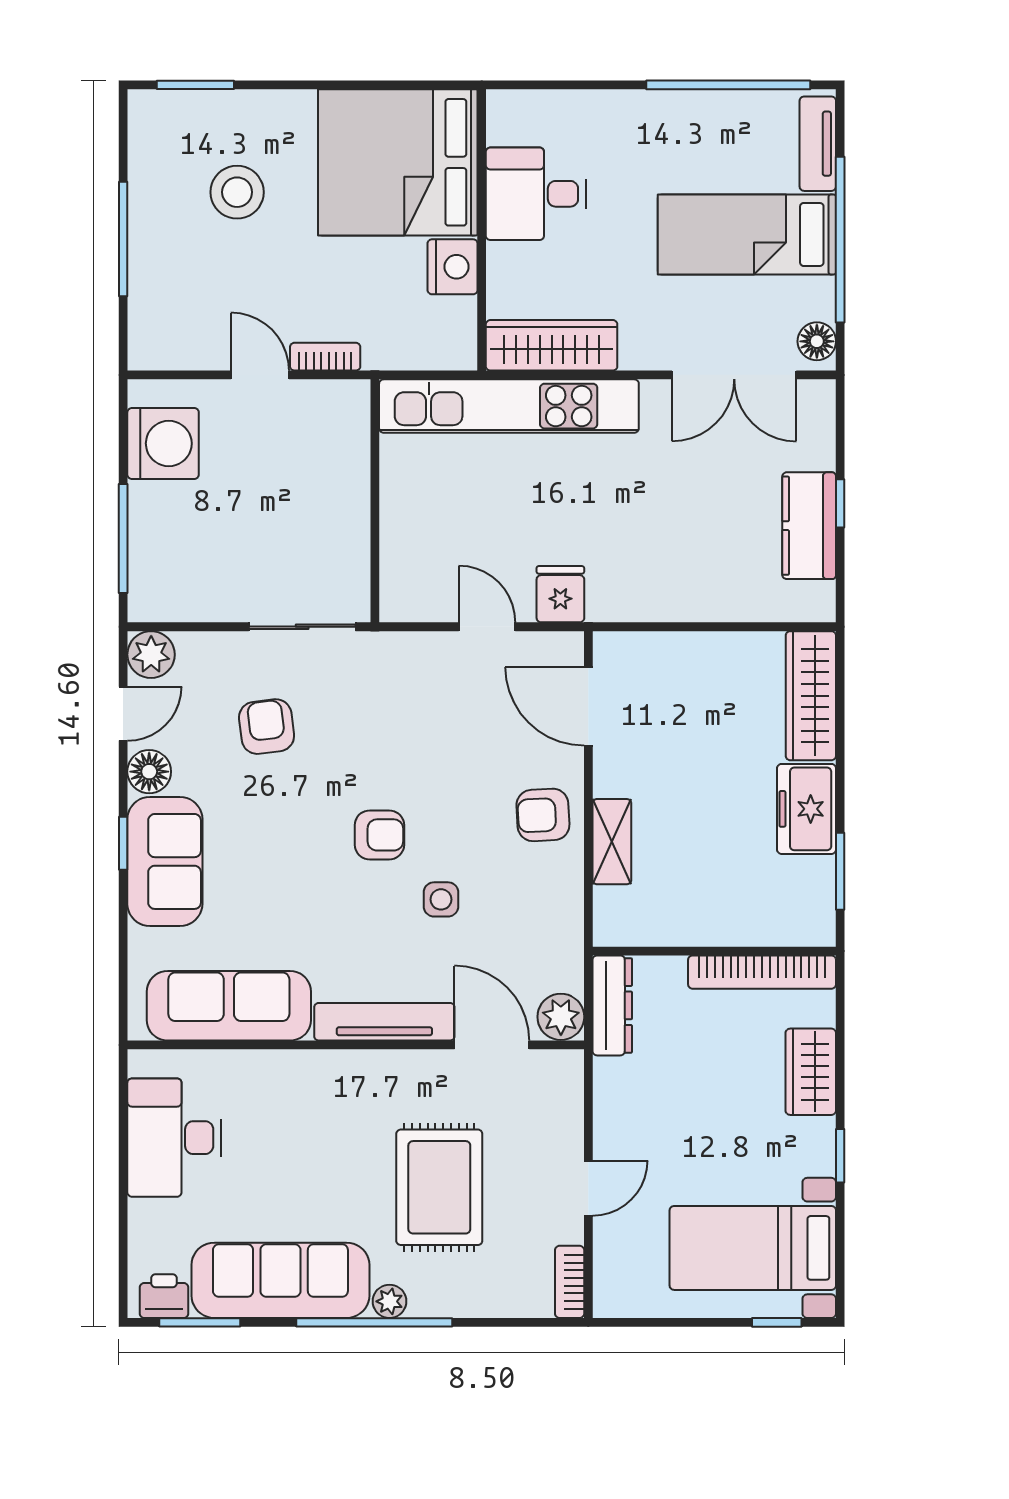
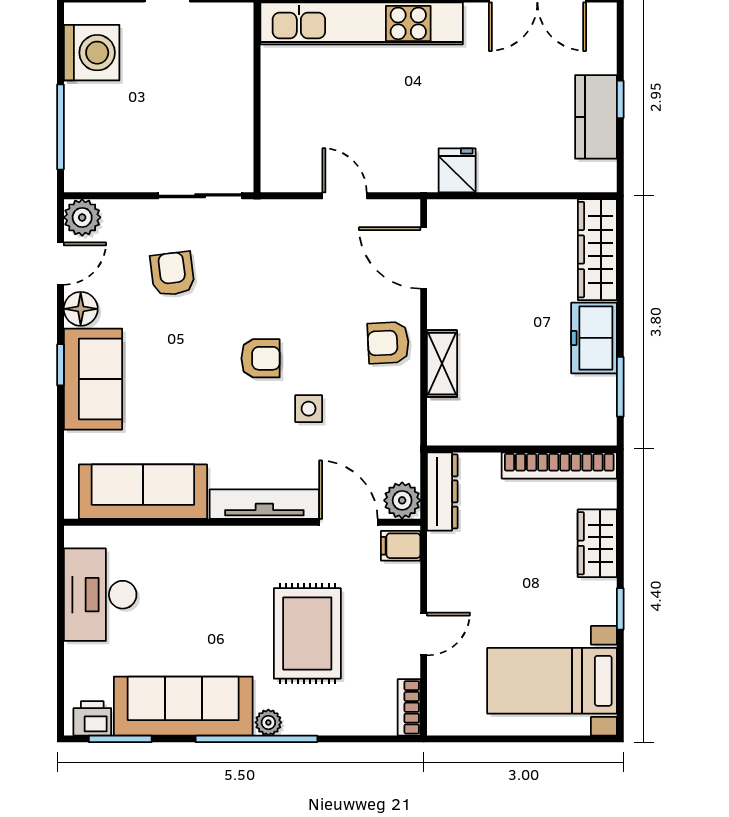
fridge: (560, 594) -> (457, 170), moved
filing cabinet: (559, 1075) -> (401, 546), added
window: (777, 1322) -> (571, 739), removed

